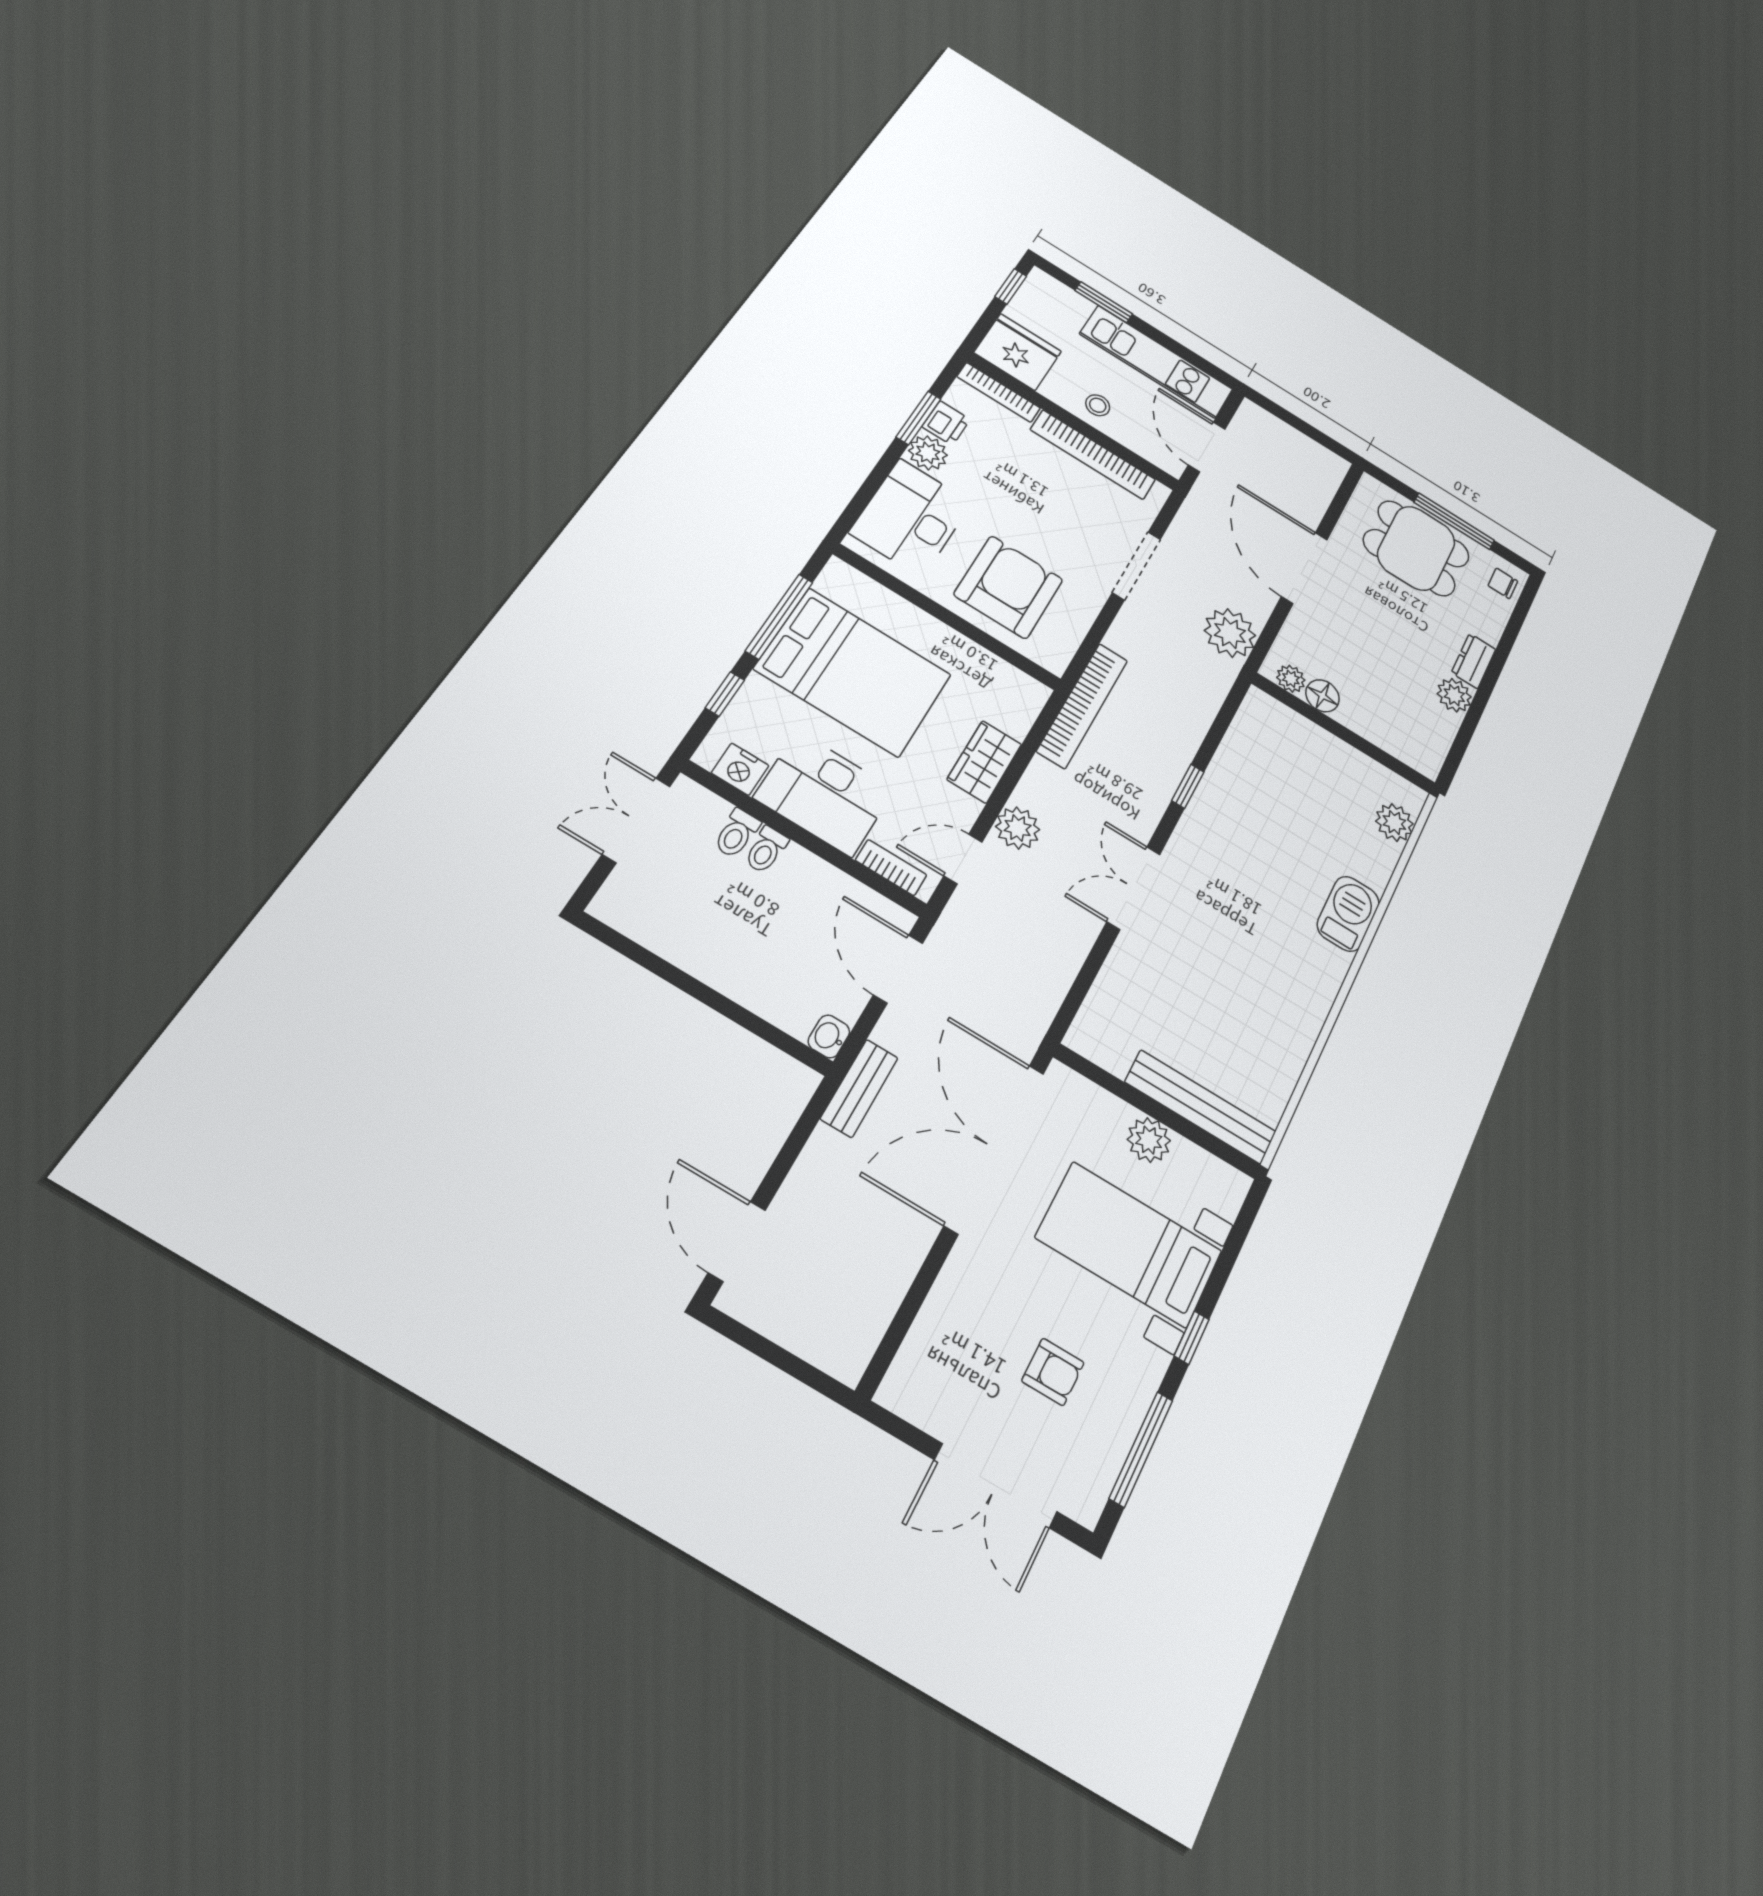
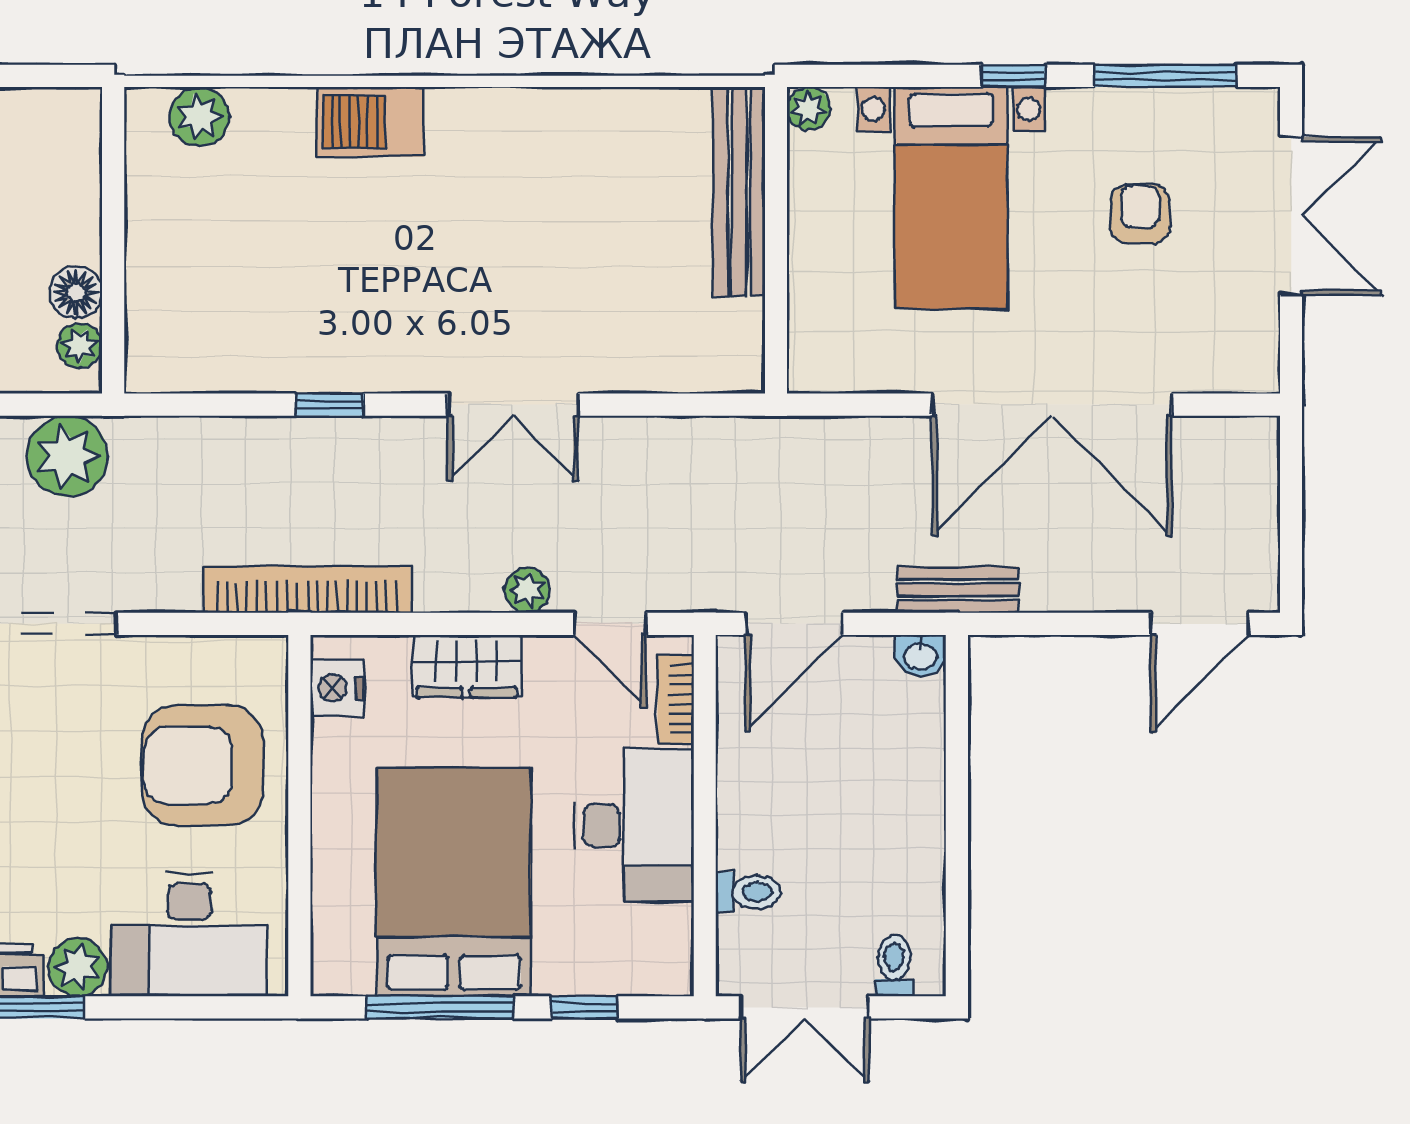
nightstand: (740, 769) -> (337, 688), moved, turned 180
plant: (1018, 828) -> (527, 590), width x0.73, depth x0.73
toilet: (766, 850) -> (894, 966), moved, turned -90
plant: (1149, 1140) -> (808, 108), moved, width x0.73, depth x0.73
double door: (995, 1148) -> (1052, 405), moved

